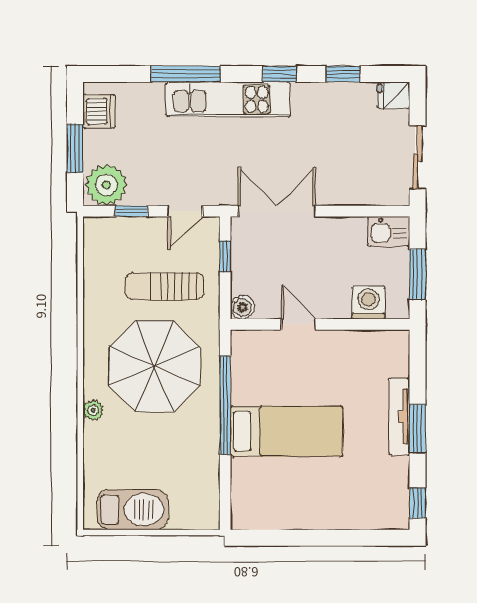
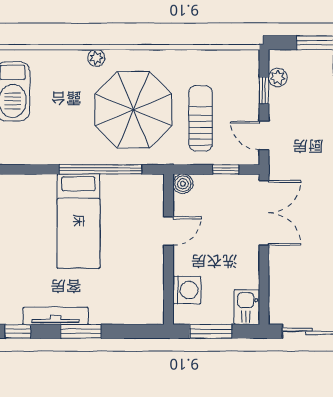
plant: (106, 185) -> (278, 77), width x0.53, depth x0.53
tv unit: (399, 416) -> (56, 316), moved

